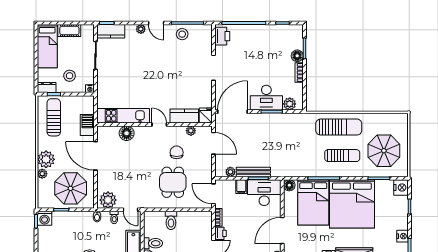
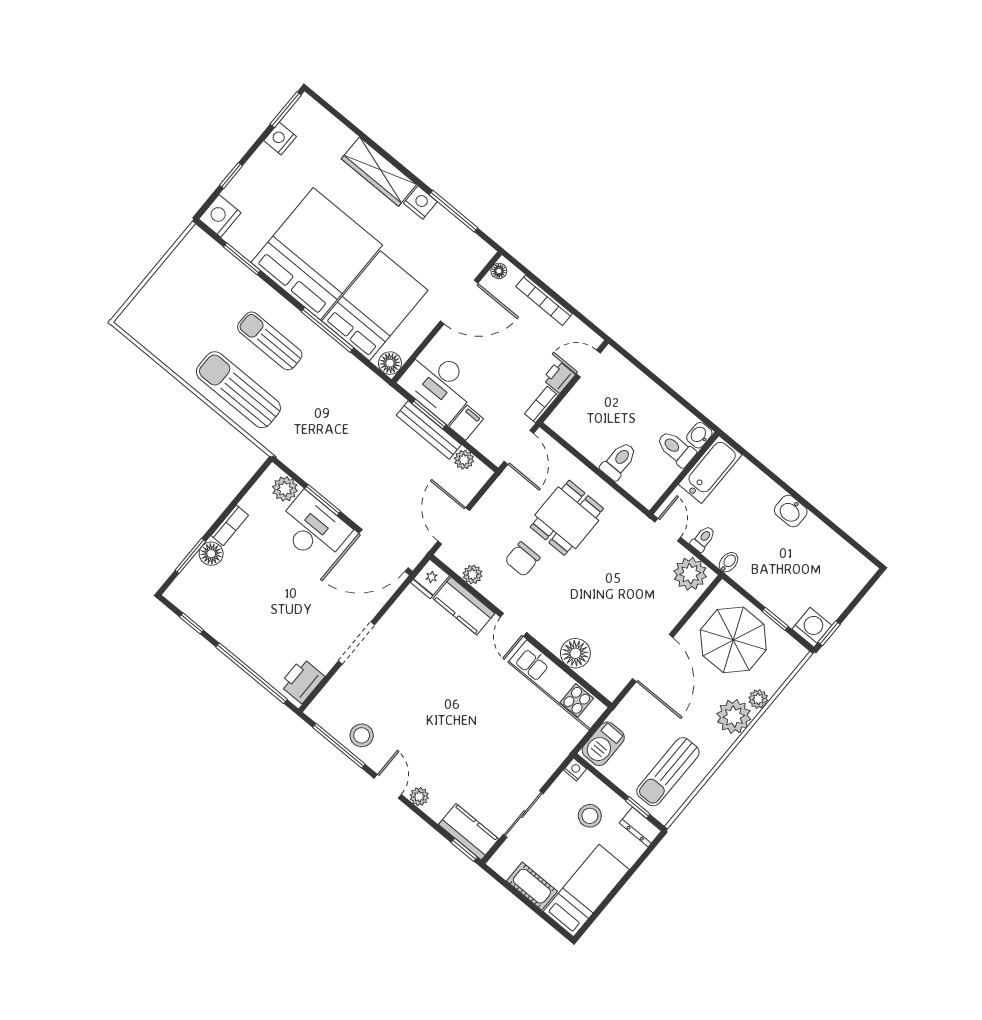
barbecue: (87, 125) -> (603, 744), moved
parasol: (384, 151) -> (199, 295), removed

